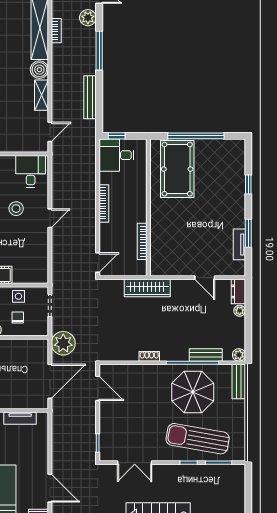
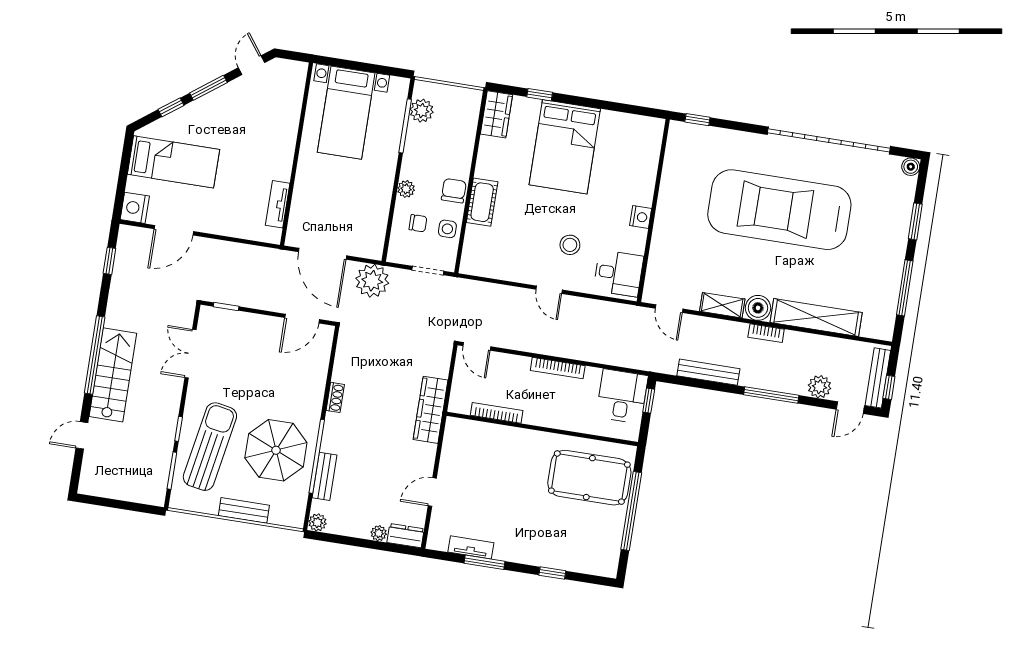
bookcase: (56, 31) -> (766, 333), moved
bench: (239, 382) -> (244, 510), moved

